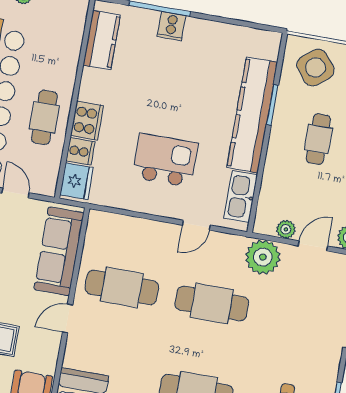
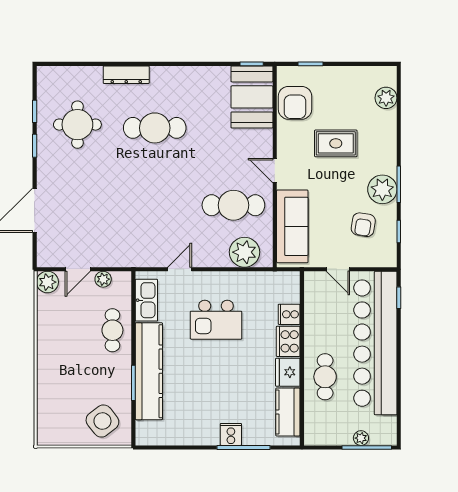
cafe table: (44, 117) -> (325, 377), moved
cafe table: (318, 139) -> (112, 330), moved
fridge: (77, 181) -> (288, 372), moved
plant: (263, 257) -> (245, 252), moved
cafe table: (212, 303) -> (155, 205), removed
door: (68, 318) -> (275, 171), swing flipped

